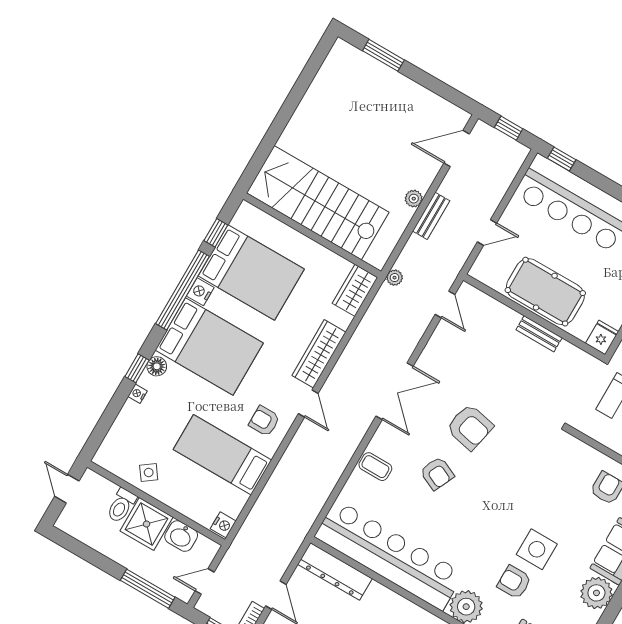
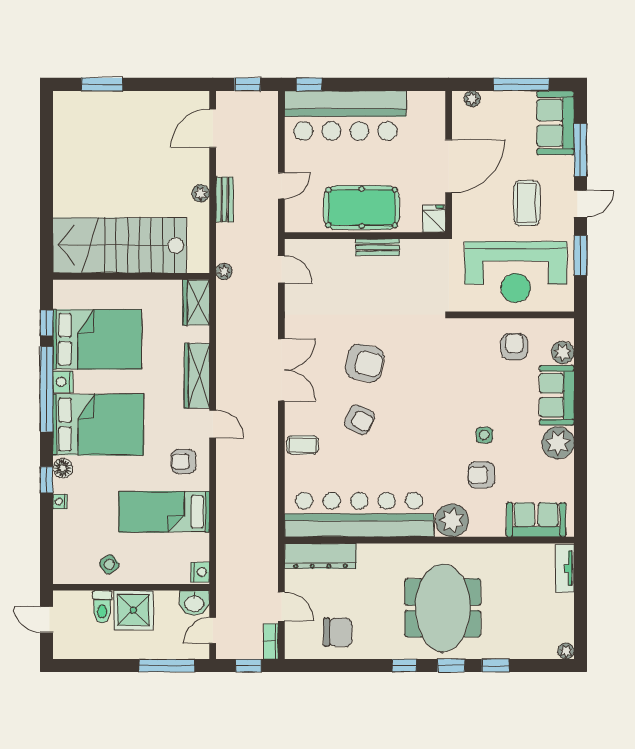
washbasin: (181, 536) -> (194, 603), moved
side table: (537, 549) -> (484, 435), width x0.54, depth x0.54

